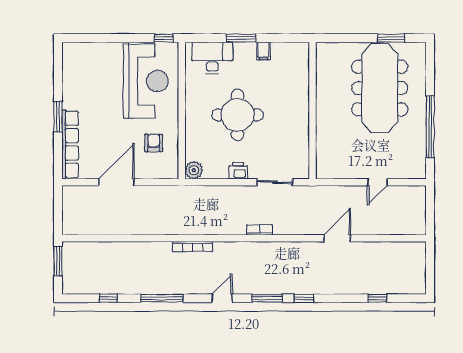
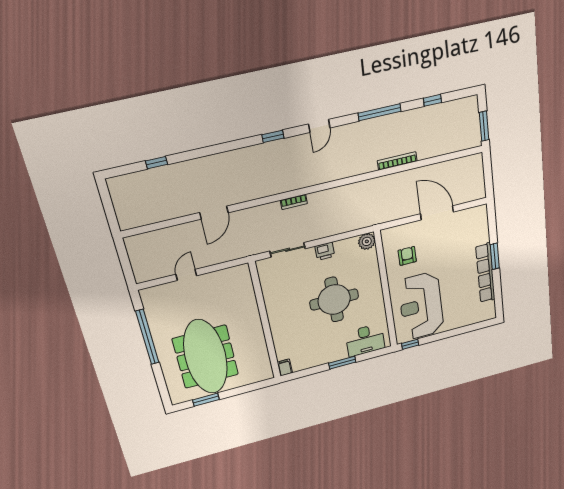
filing cabinet: (263, 51) -> (285, 368), moved
armchair: (154, 143) -> (407, 256), turned 180
row of seats: (70, 144) -> (485, 273), moved
door: (116, 182) -> (437, 213), swing flipped
bookcase: (192, 246) -> (397, 161), moved
window: (267, 298) -> (273, 136), width x0.67
window: (304, 298) -> (235, 145), removed

